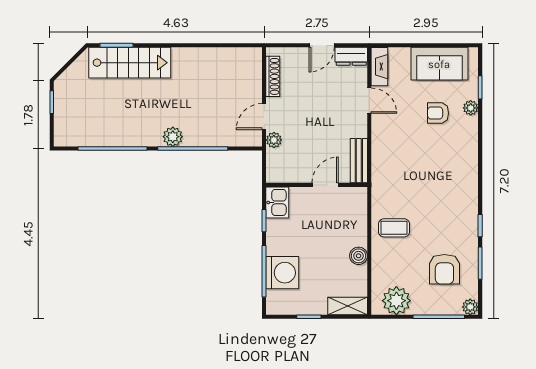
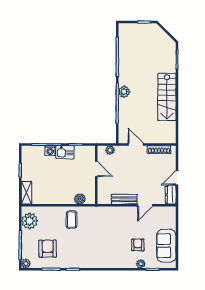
door: (322, 45) -> (177, 178), hinge flipped
stairs: (130, 63) -> (167, 97), moved
fireplace: (379, 67) -> (165, 211), removed
plant: (274, 140) -> (110, 150), moved
bench: (359, 161) -> (124, 199), moved
door: (325, 185) -> (96, 169), moved
kitchen sink: (277, 202) -> (65, 152), moved
boiler: (359, 256) -> (80, 199), moved
armchair: (444, 269) -> (48, 249), turned 90
washing machine: (282, 273) -> (50, 151), width x0.53, depth x0.53

